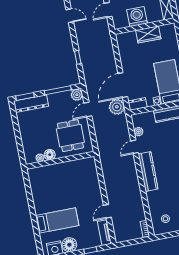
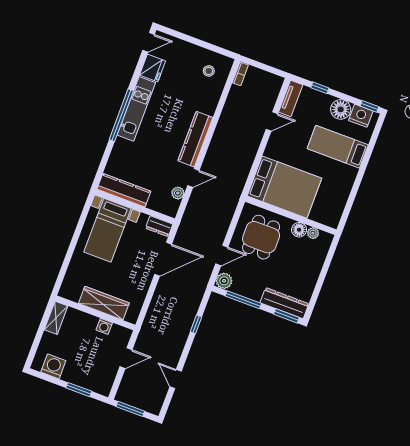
washing machine: (137, 17) -> (104, 326), width x0.53, depth x0.53
wardrobe: (148, 34) -> (104, 303), width x1.50
plant: (117, 107) -> (186, 238), removed
bed: (75, 175) -> (284, 187), added

